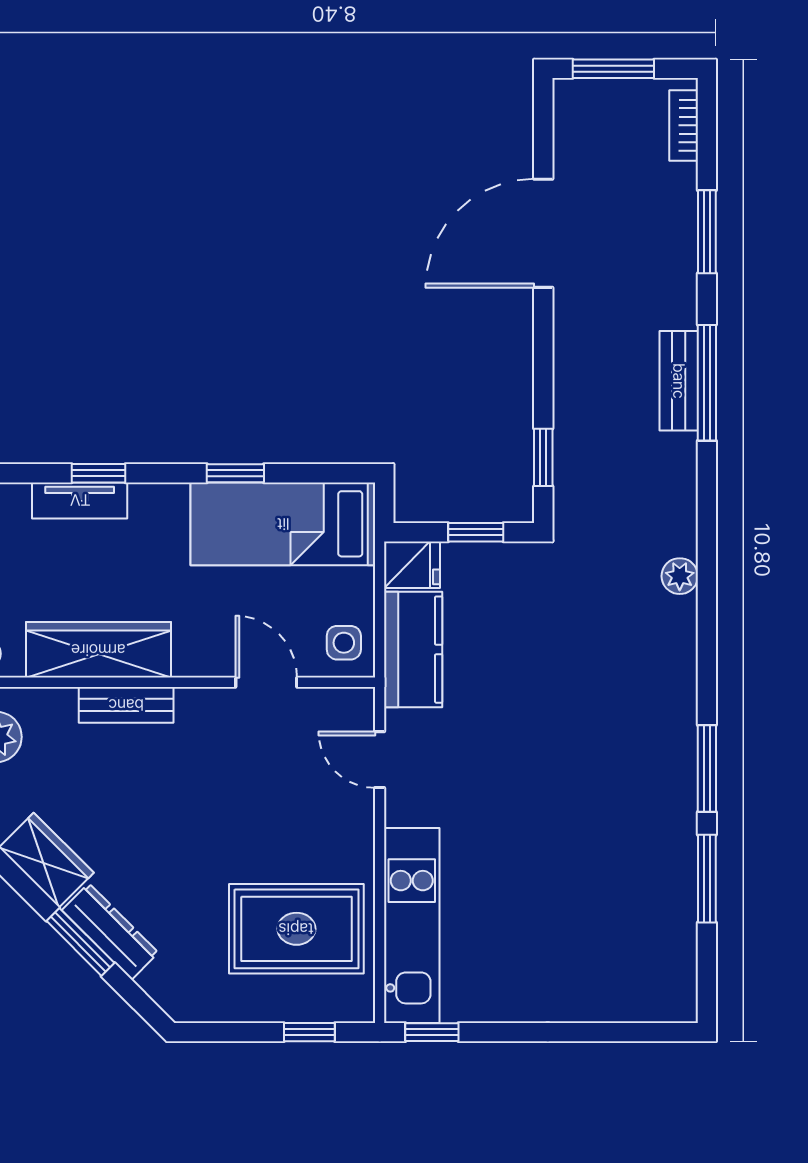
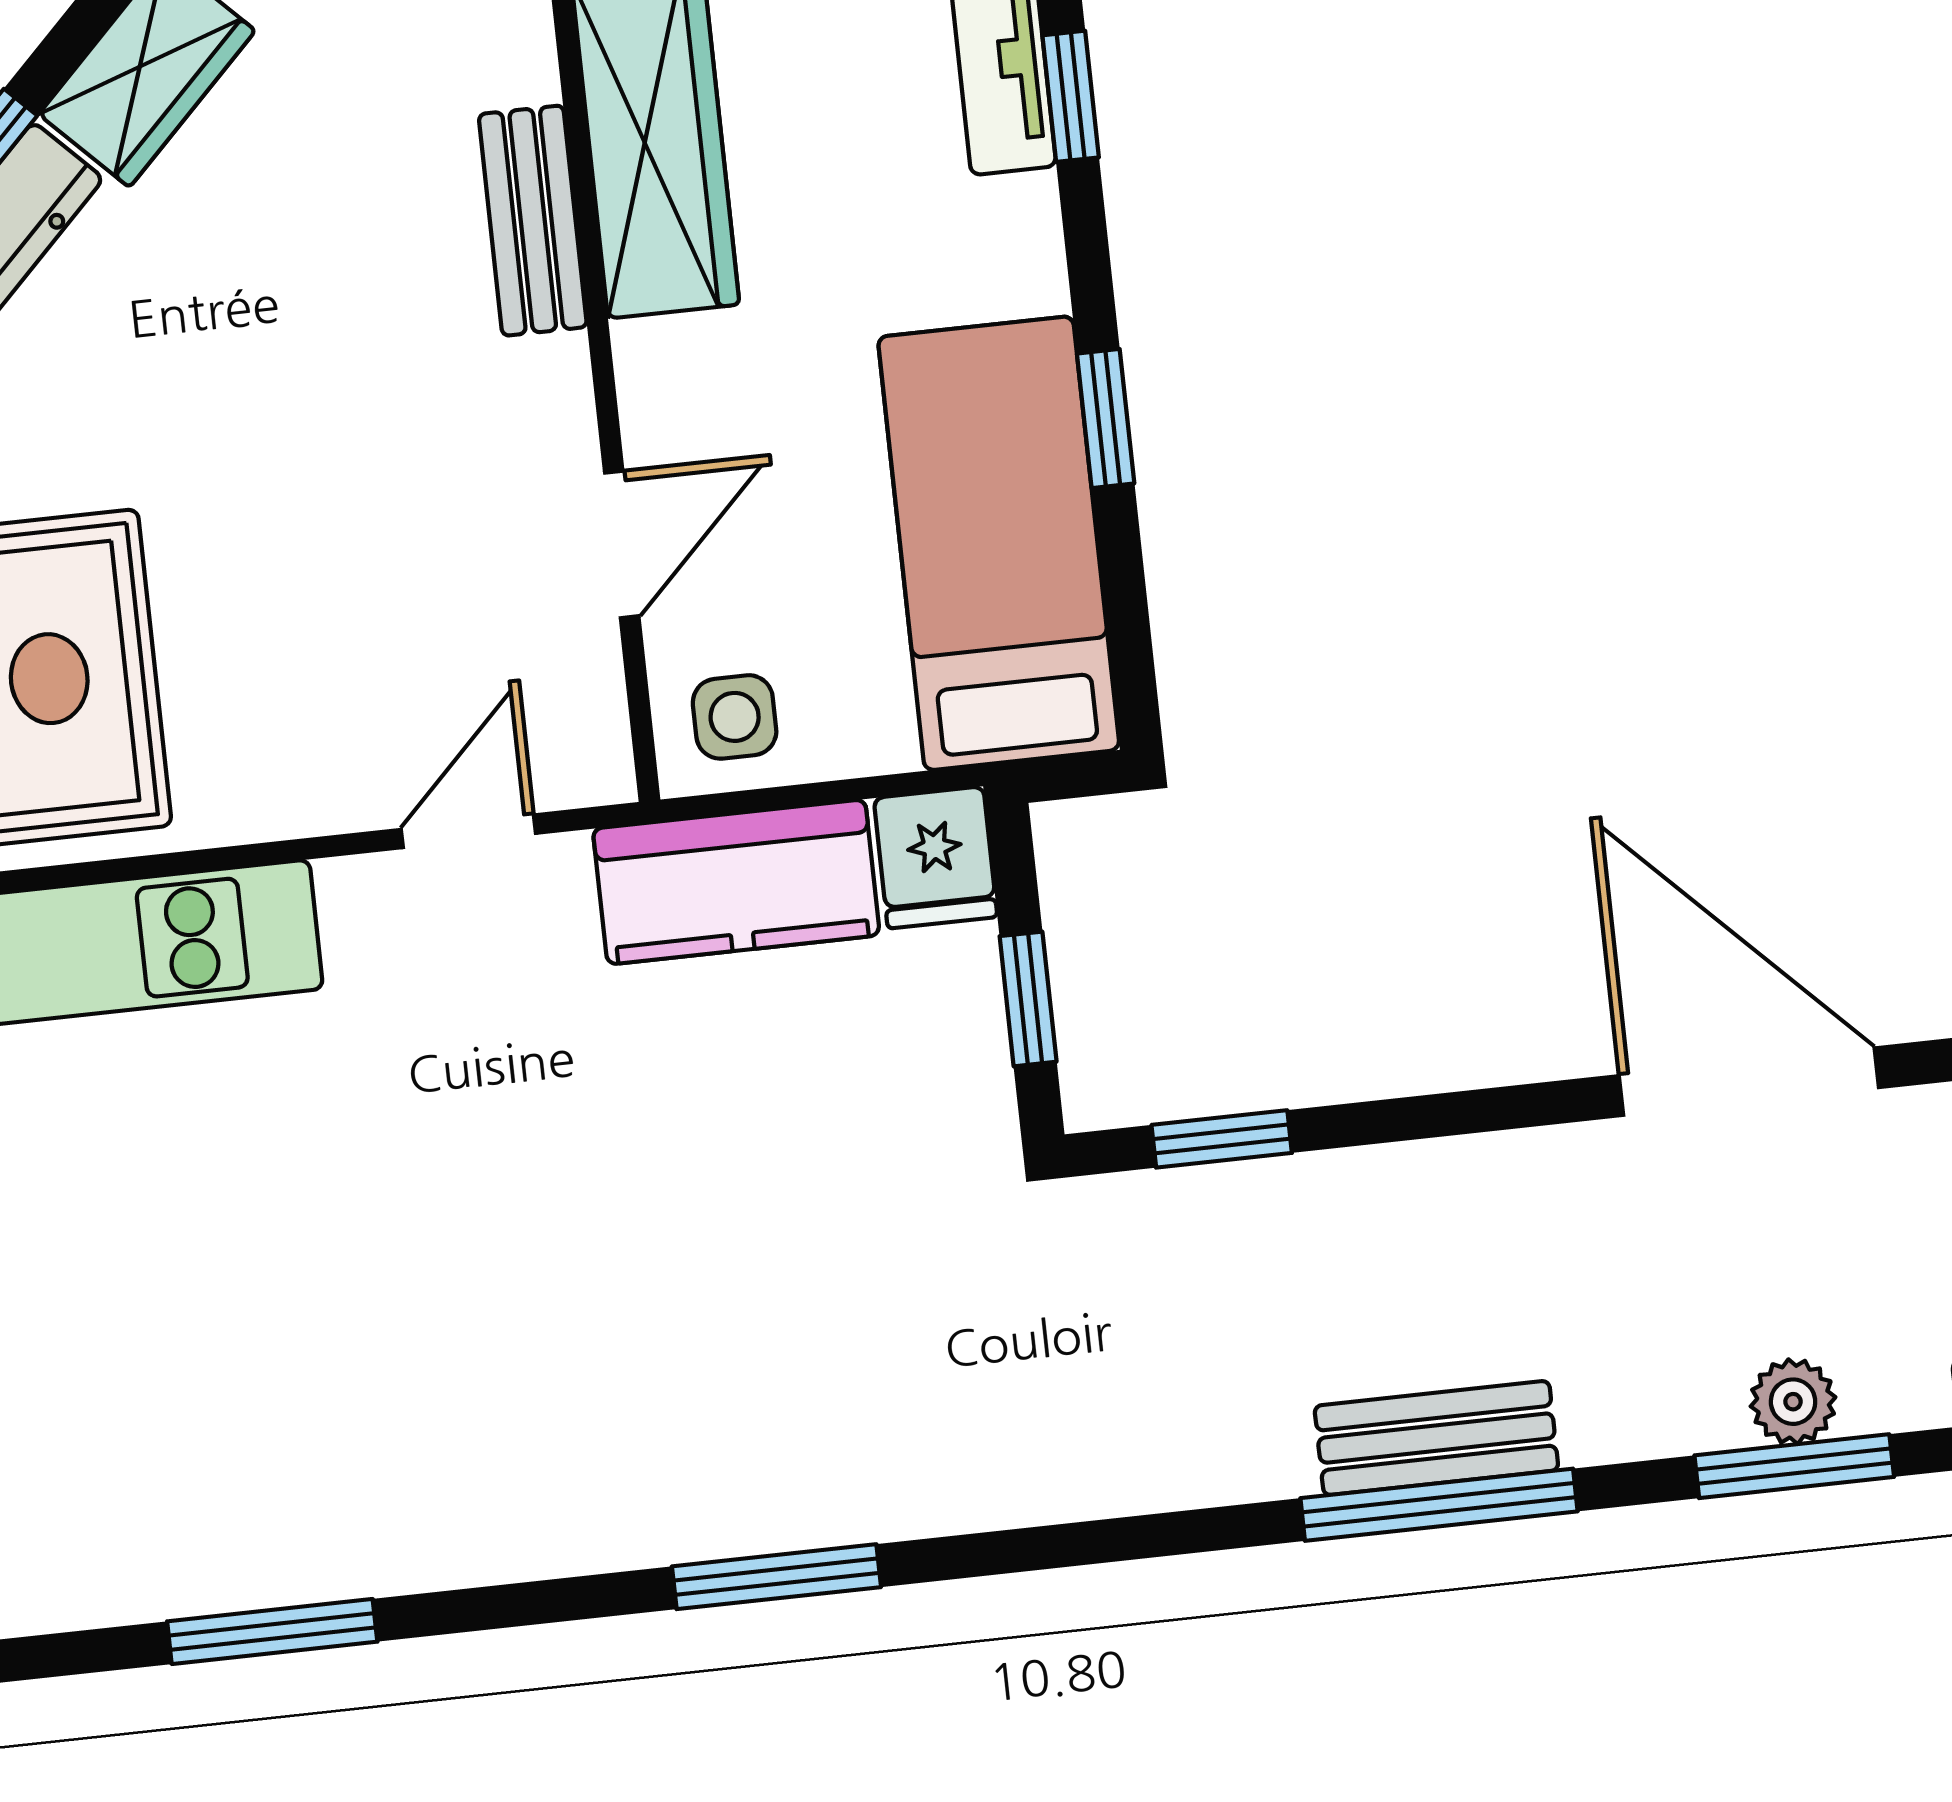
plant: (680, 576) -> (1793, 1402), moved
window: (707, 769) -> (776, 1577), moved

